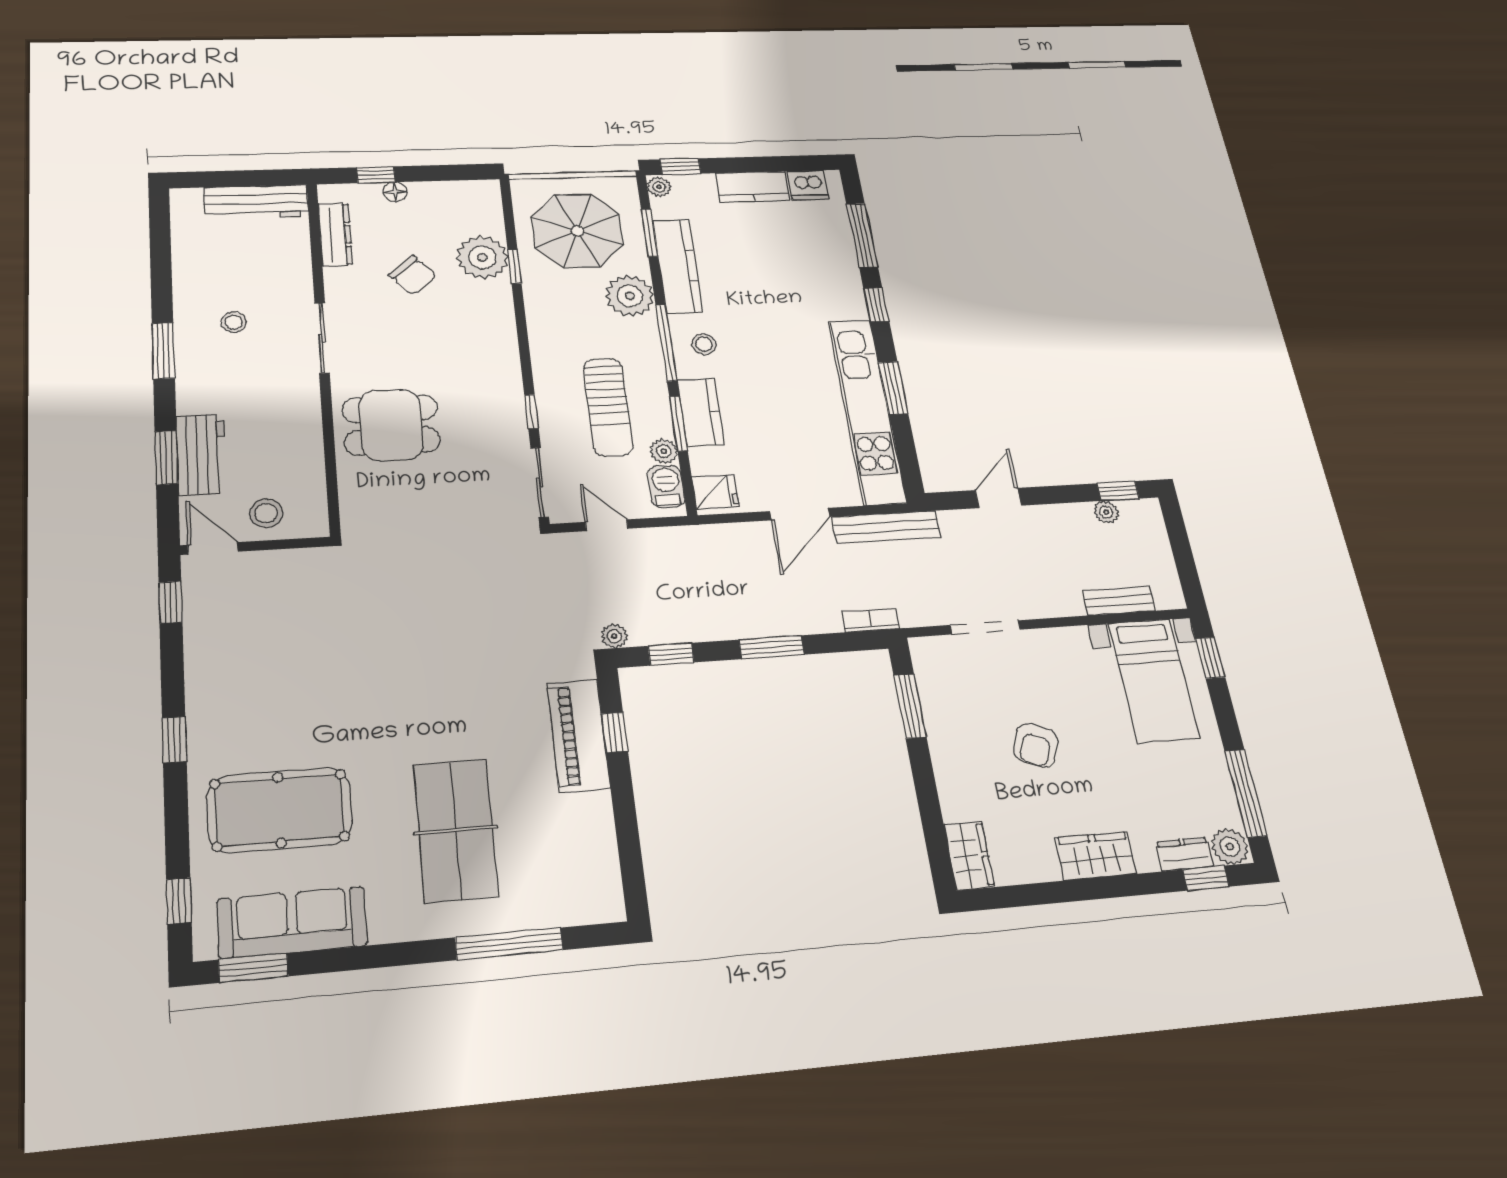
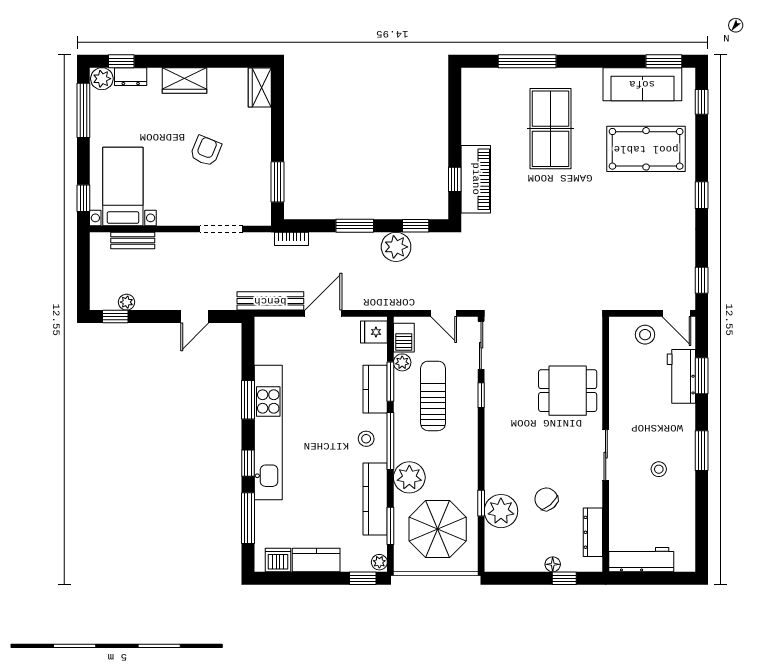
kitchen unit: (867, 411) -> (268, 433), moved
plant: (614, 636) -> (396, 247), moved, width x1.87, depth x1.87

